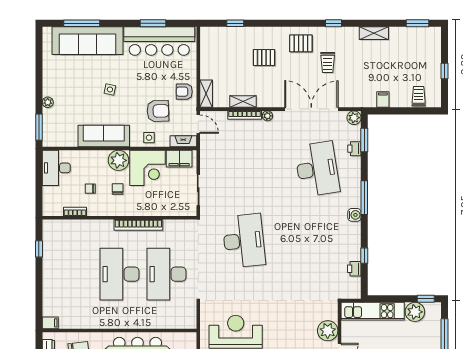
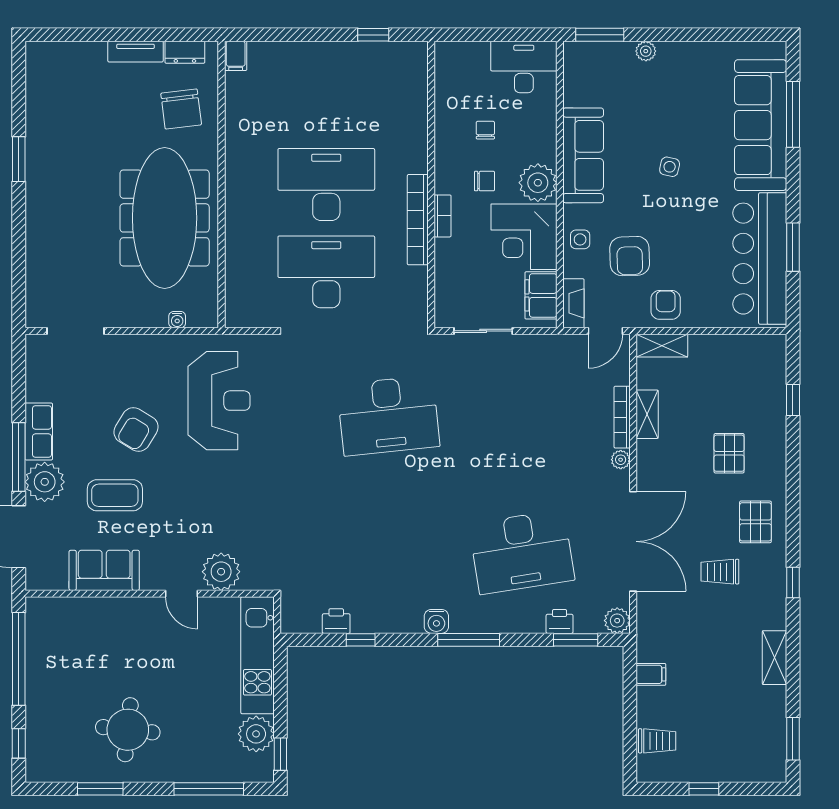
bookcase: (75, 212) -> (443, 216), moved

